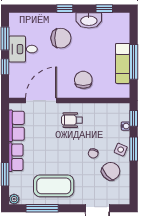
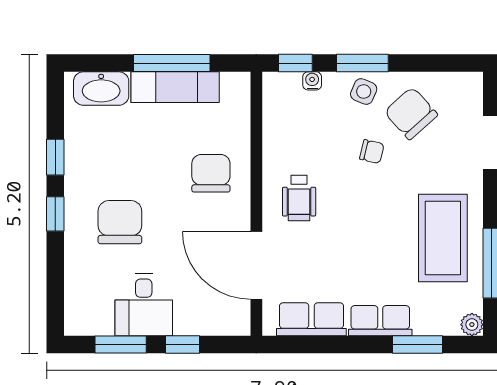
window: (104, 9) -> (55, 157), moved
washbasin: (89, 20) -> (101, 89), moved, turned 90
chair: (83, 80) -> (211, 173), turned 90

